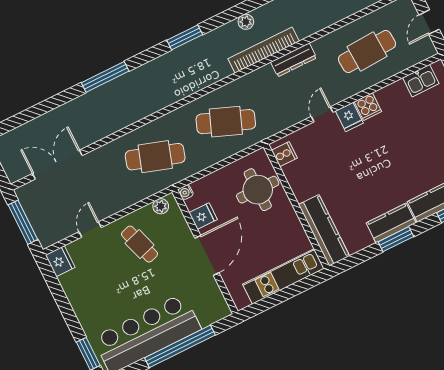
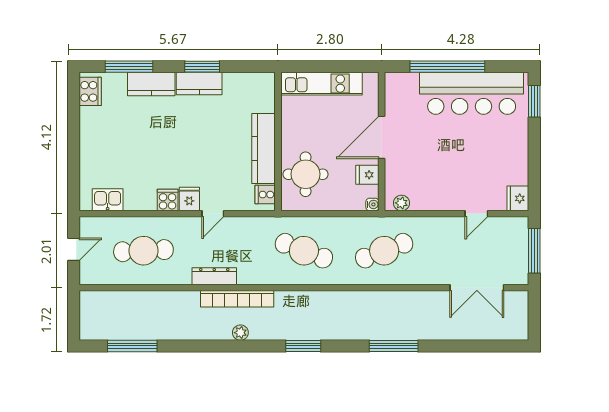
cafe table: (155, 157) -> (384, 251), turned -39
kitchen counter: (324, 230) -> (264, 148), moved
cafe table: (140, 244) -> (438, 178), removed

